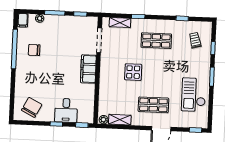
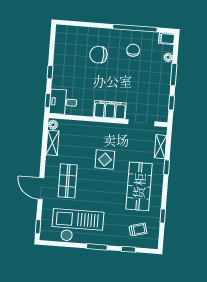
shop shelf: (156, 41) -> (139, 186), width x1.43, depth x1.36
checkout: (194, 95) -> (77, 226), width x1.36, depth x1.21
chair: (32, 107) -> (98, 55), moved, turned 153
desk: (66, 110) -> (63, 102), moved

